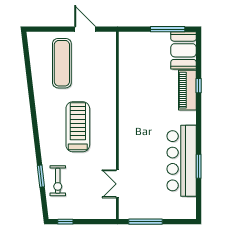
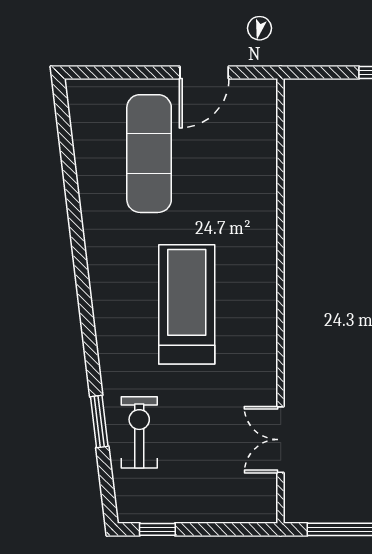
door: (85, 29) -> (204, 73), swing flipped
exercise bike: (58, 181) -> (139, 432), turned 180

